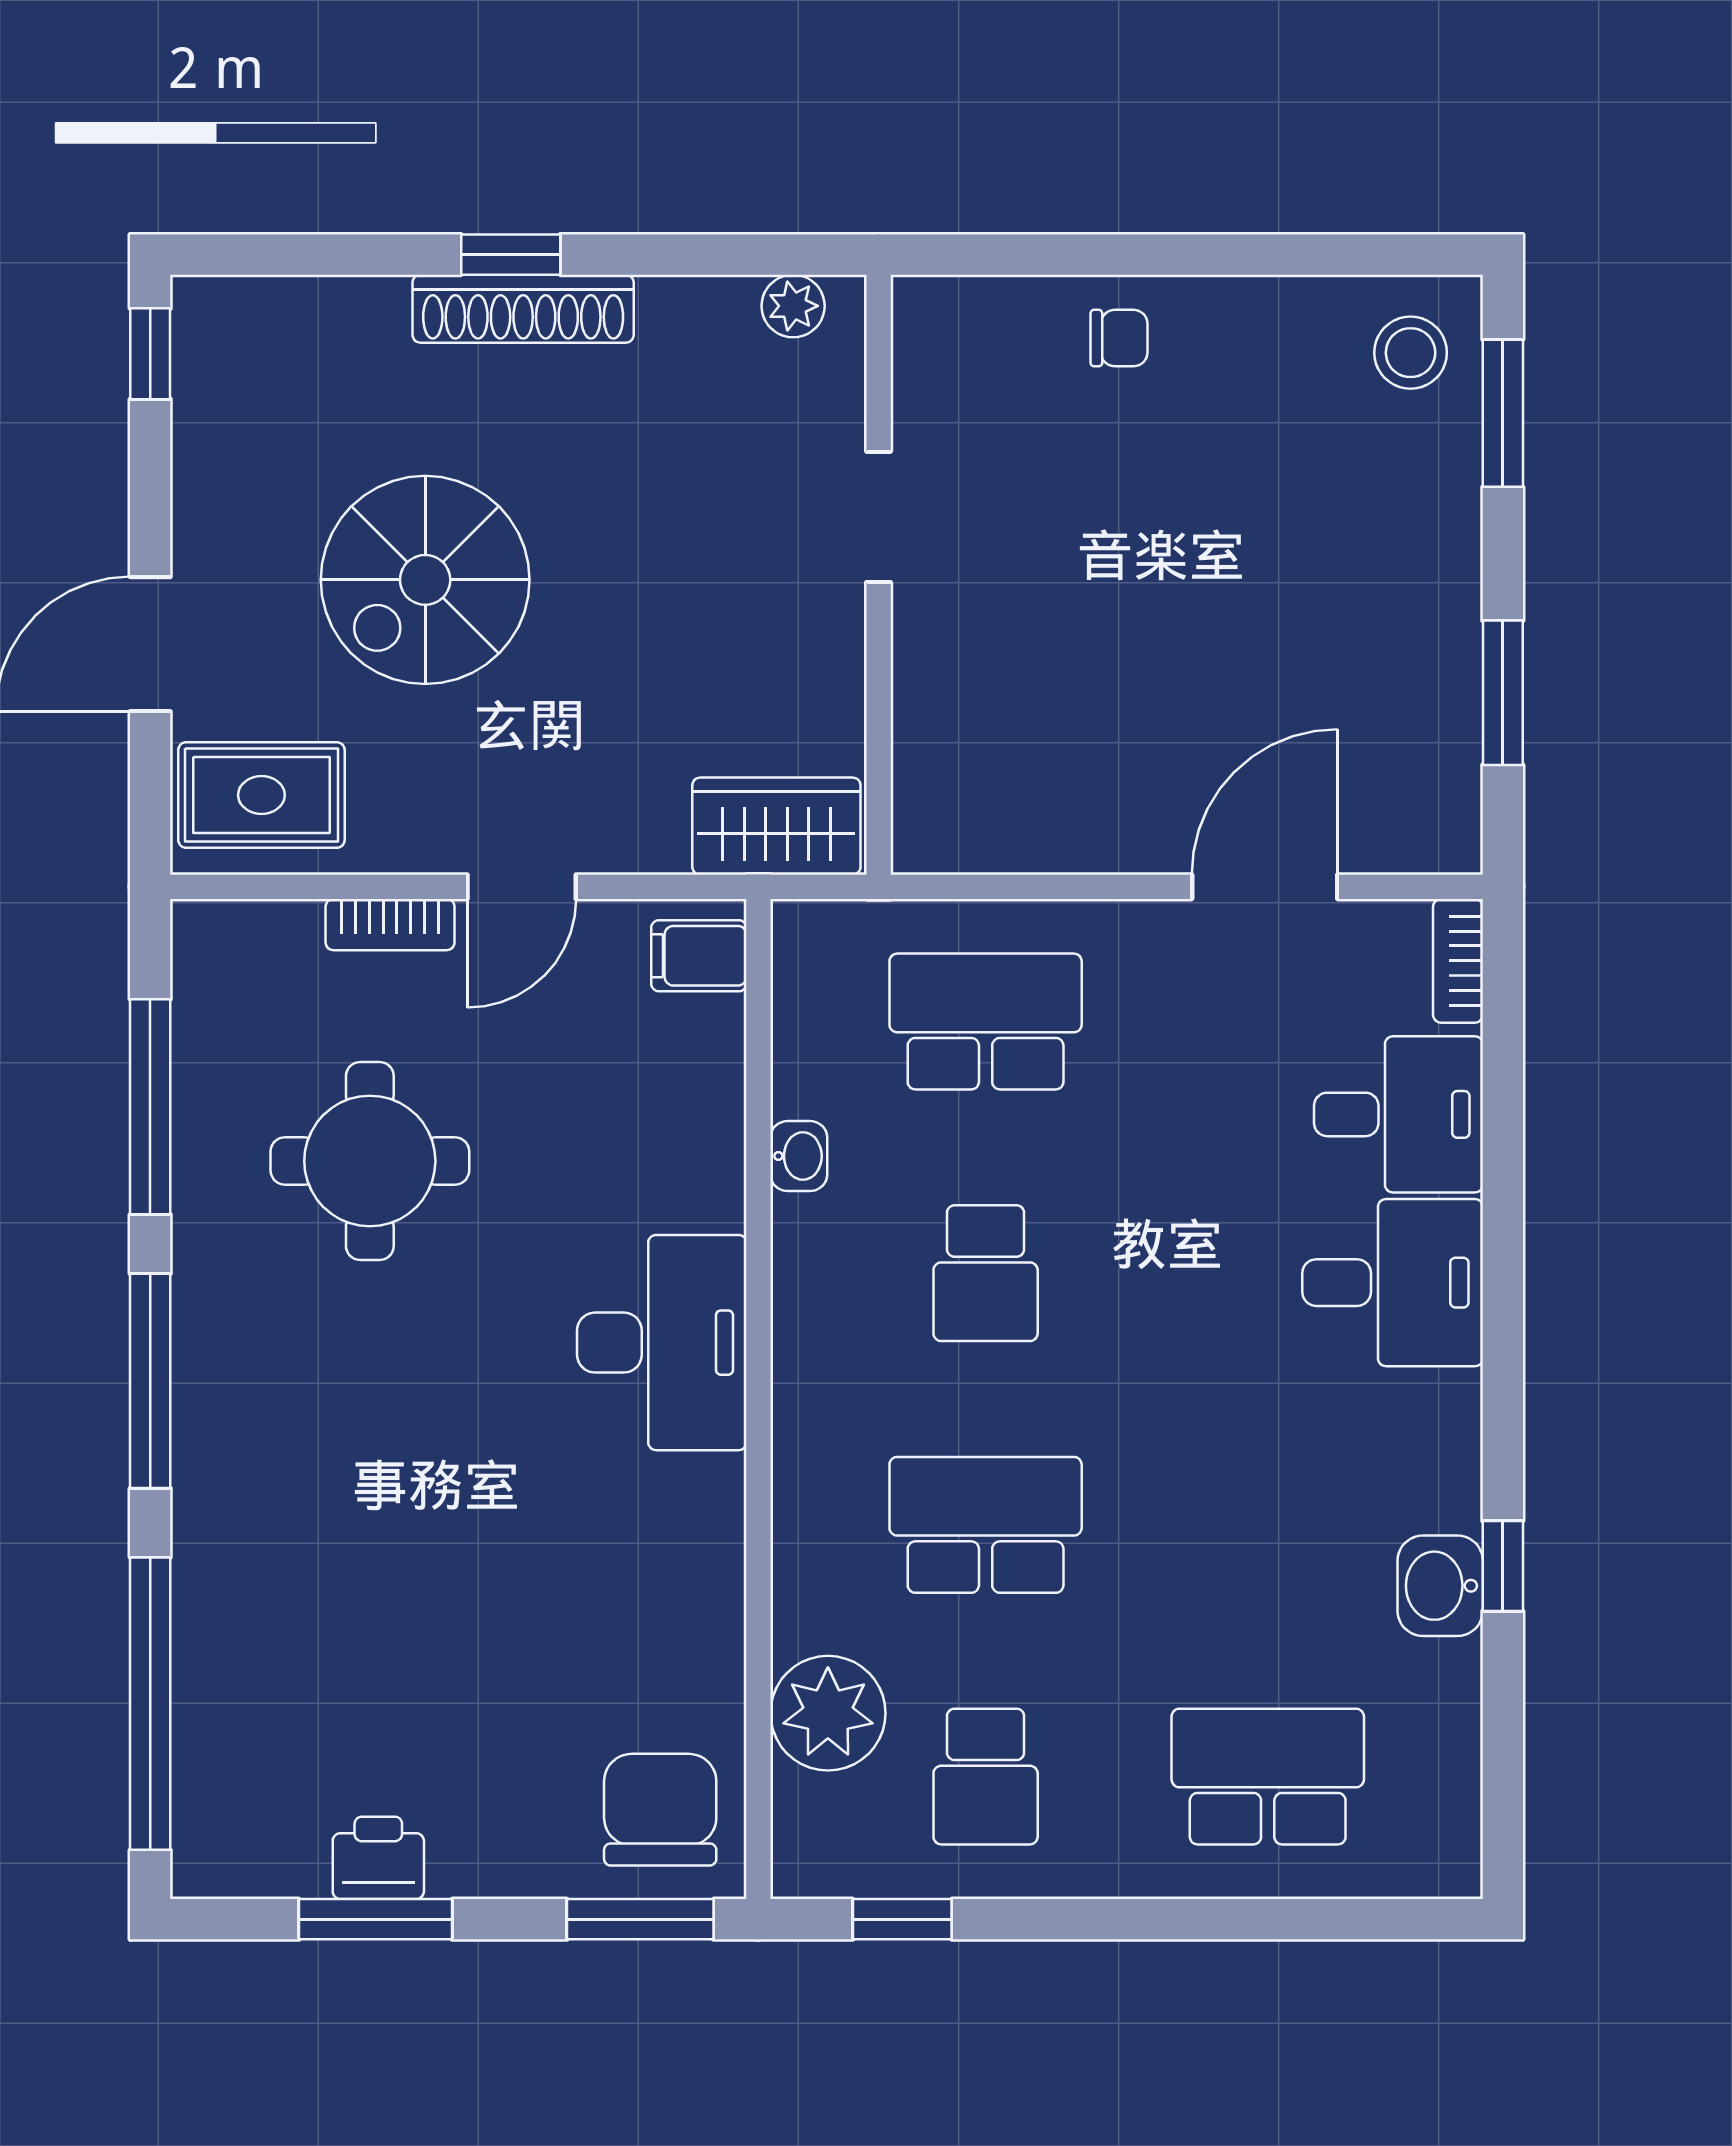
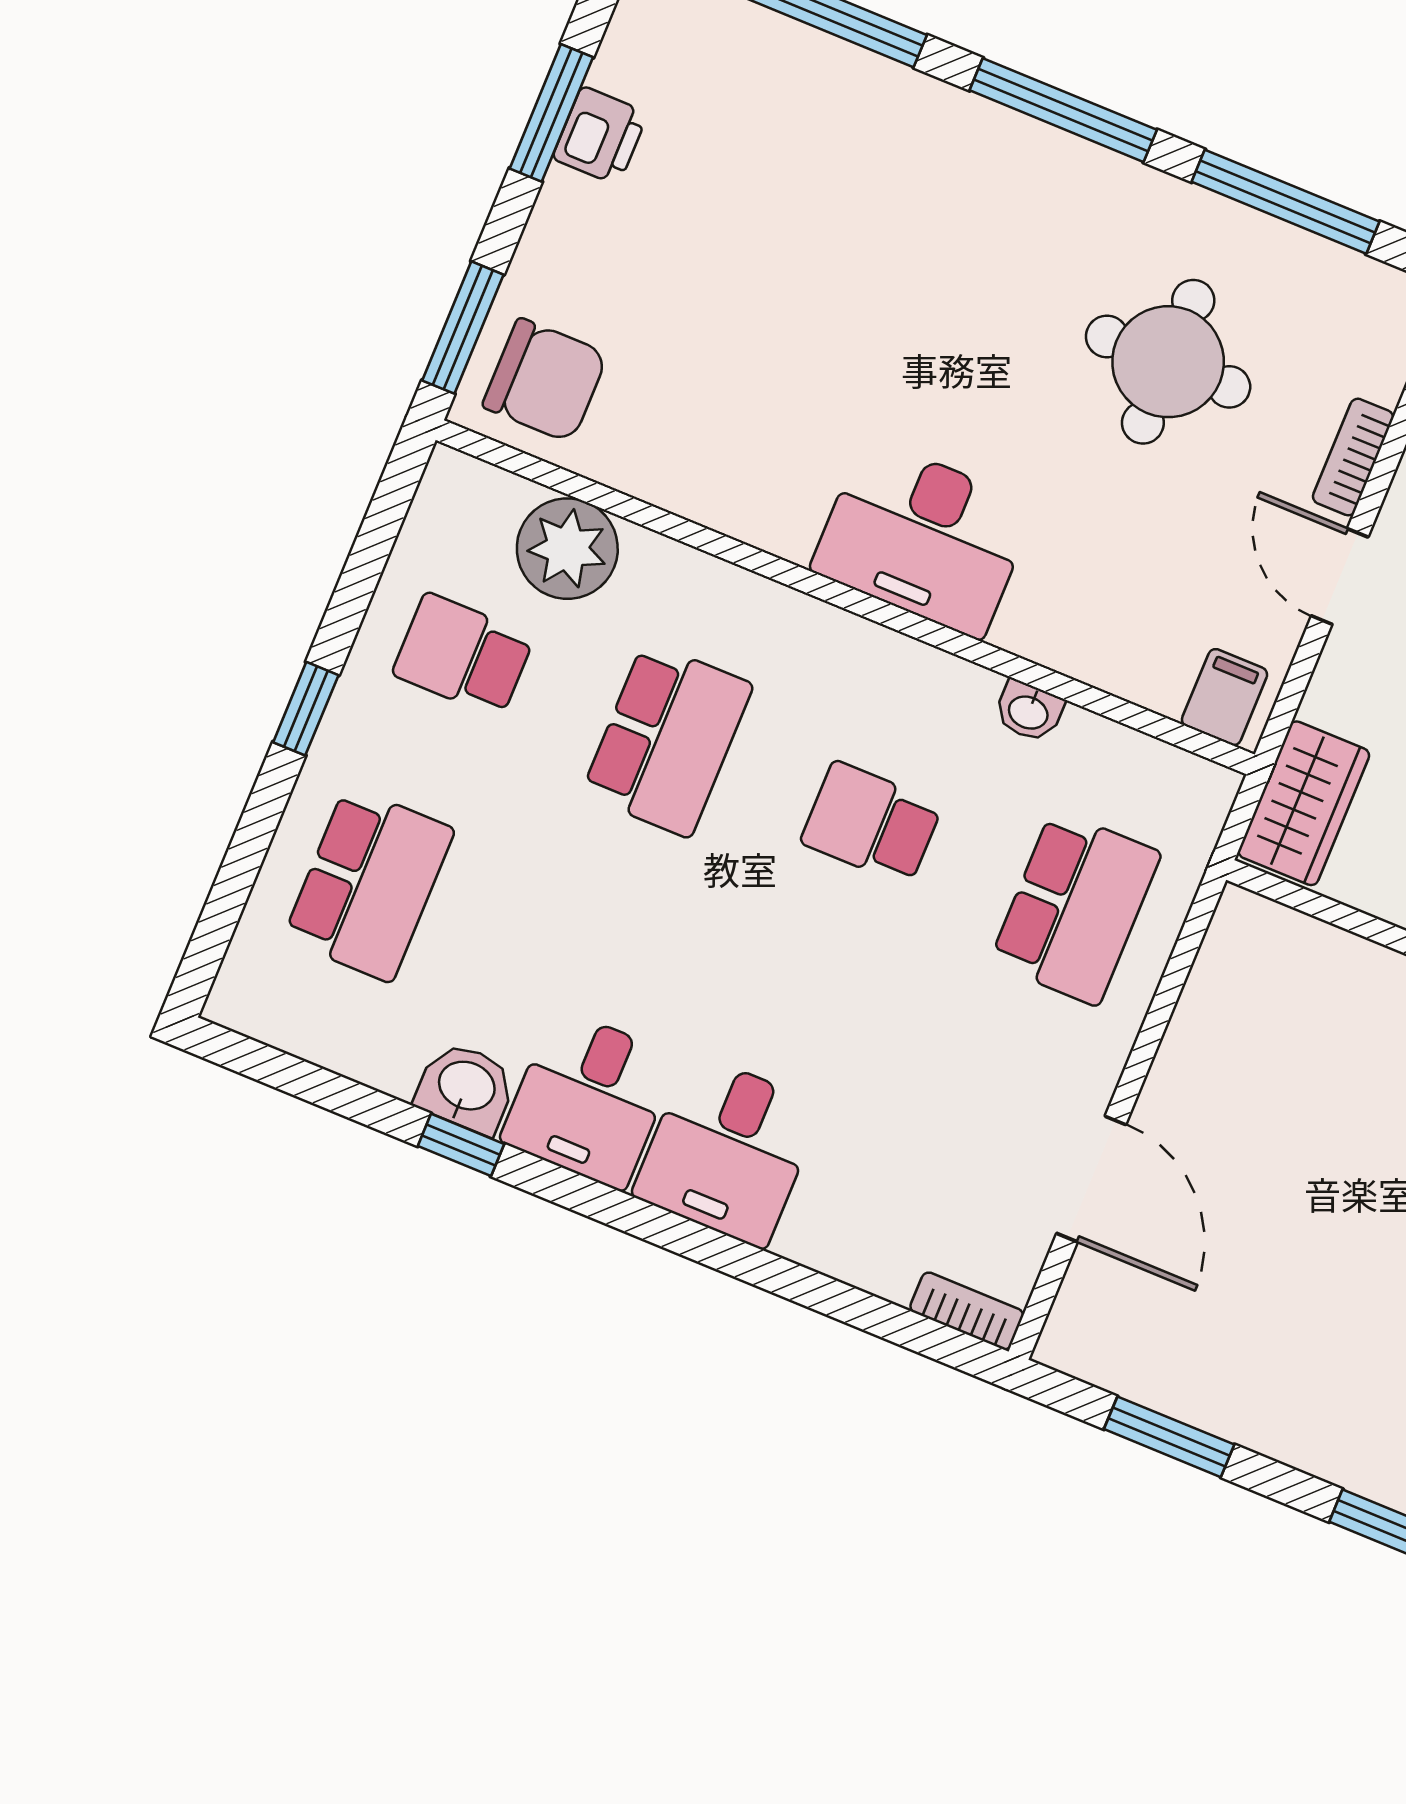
desk: (1398, 1114) -> (589, 1099), moved
window: (902, 1919) -> (306, 709), moved

